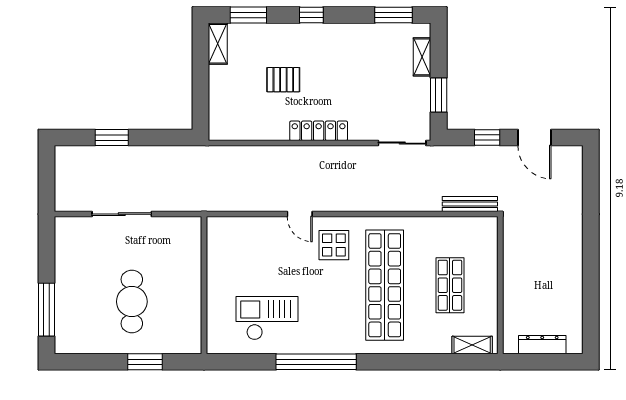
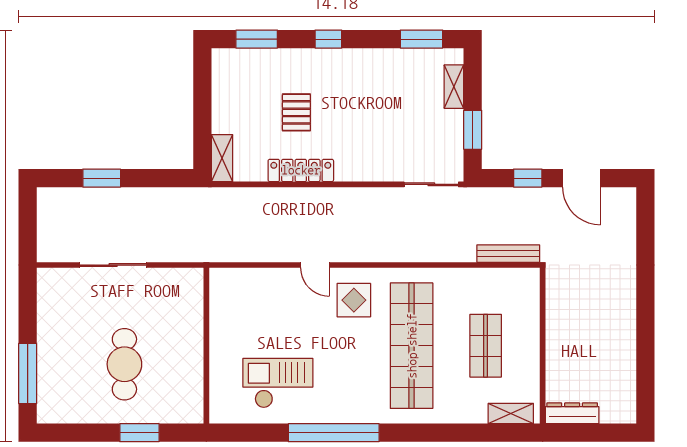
shelving: (218, 44) -> (222, 158), moved
pallet: (283, 80) -> (296, 112), turned 90
locker: (319, 131) -> (301, 170), moved
dresser: (542, 345) -> (572, 413), moved

